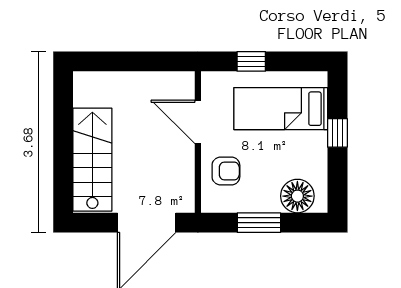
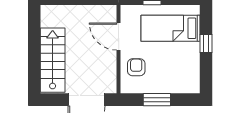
armchair: (226, 171) -> (136, 67), turned -90
floor lamp: (297, 196) -> (181, 83), removed

